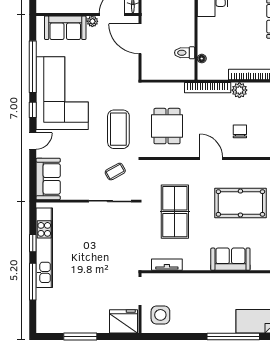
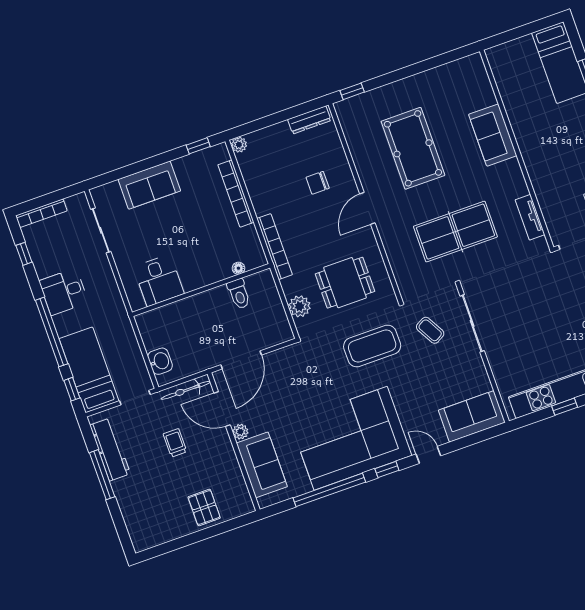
plant: (239, 90) -> (300, 306), moved

